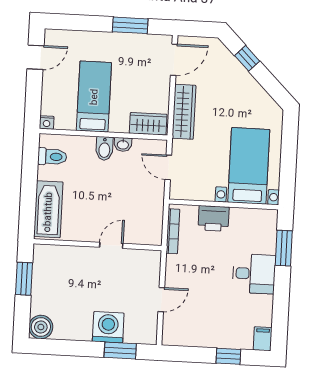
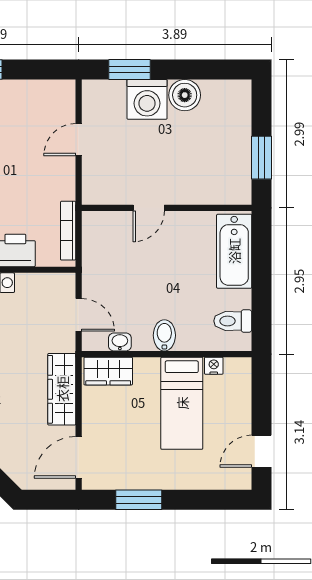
nightstand: (47, 122) -> (214, 366), moved
washbasin: (123, 144) -> (120, 342), moved
boiler: (41, 327) -> (185, 95), moved

